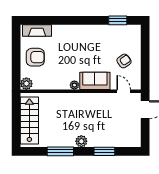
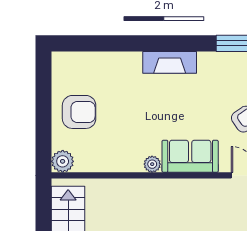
fireplace: (37, 31) -> (170, 62), moved

